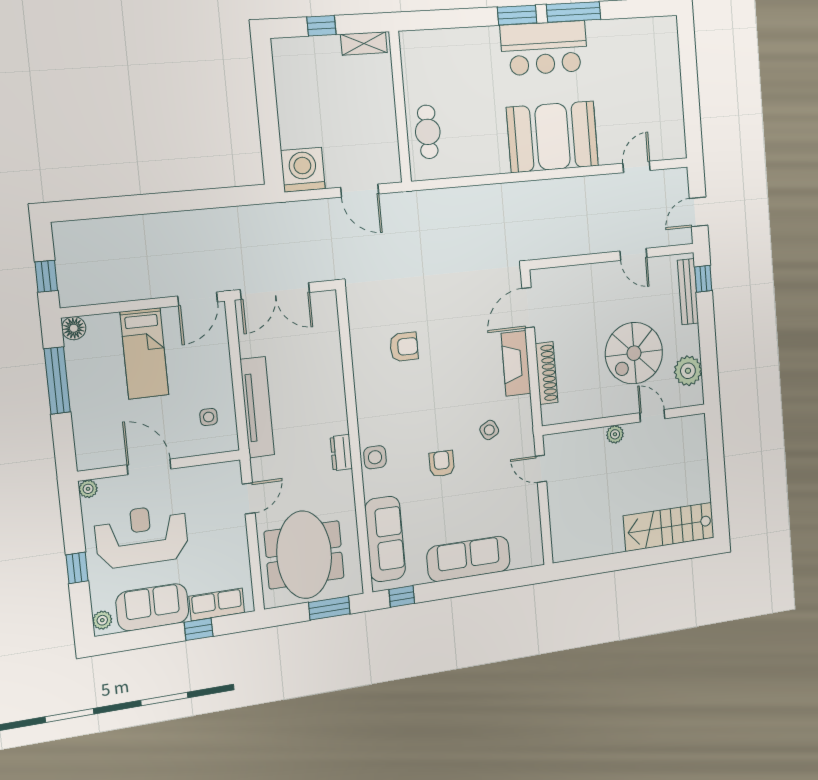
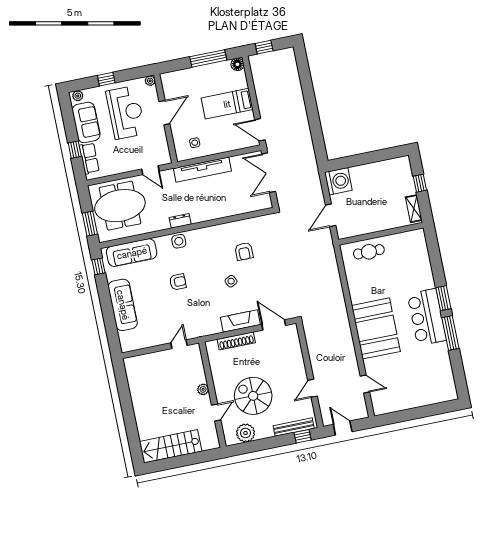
side table: (489, 430) -> (231, 281), moved
stairs: (669, 527) -> (171, 446), moved, turned -90

